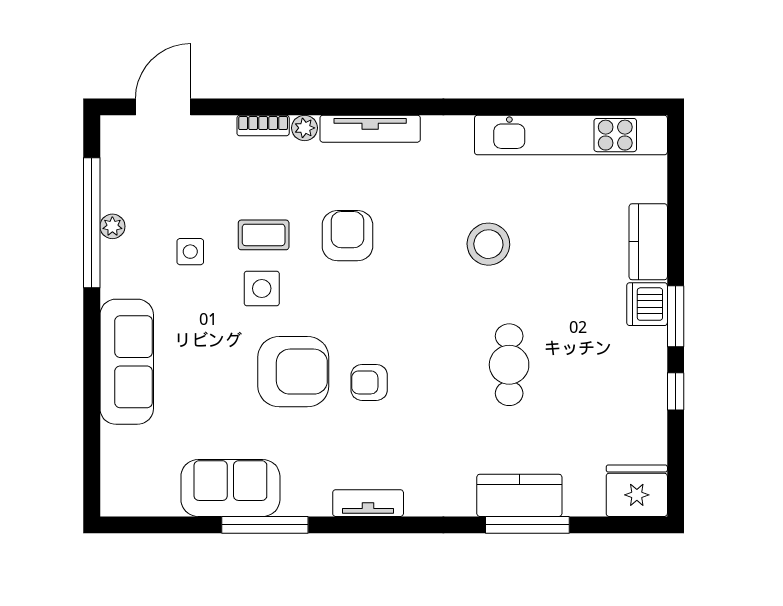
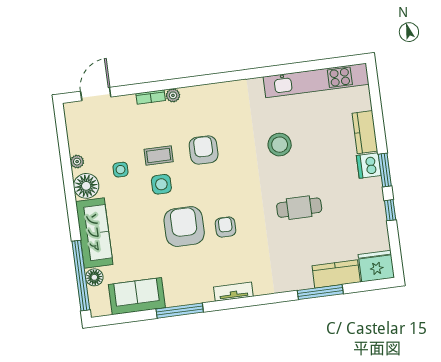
tv unit: (370, 129) -> (208, 91), removed
window: (92, 223) -> (81, 276), moved
floor lamp: (123, 273) -> (86, 186), added
cafe table: (509, 365) -> (299, 208), turned 90
armchair: (293, 372) -> (184, 227), turned -90
armchair: (369, 382) -> (225, 227), turned 90
floor lamp: (116, 443) -> (94, 277), added
sofa: (230, 488) -> (137, 296), moved
kitchen counter: (519, 495) -> (336, 274), moved

